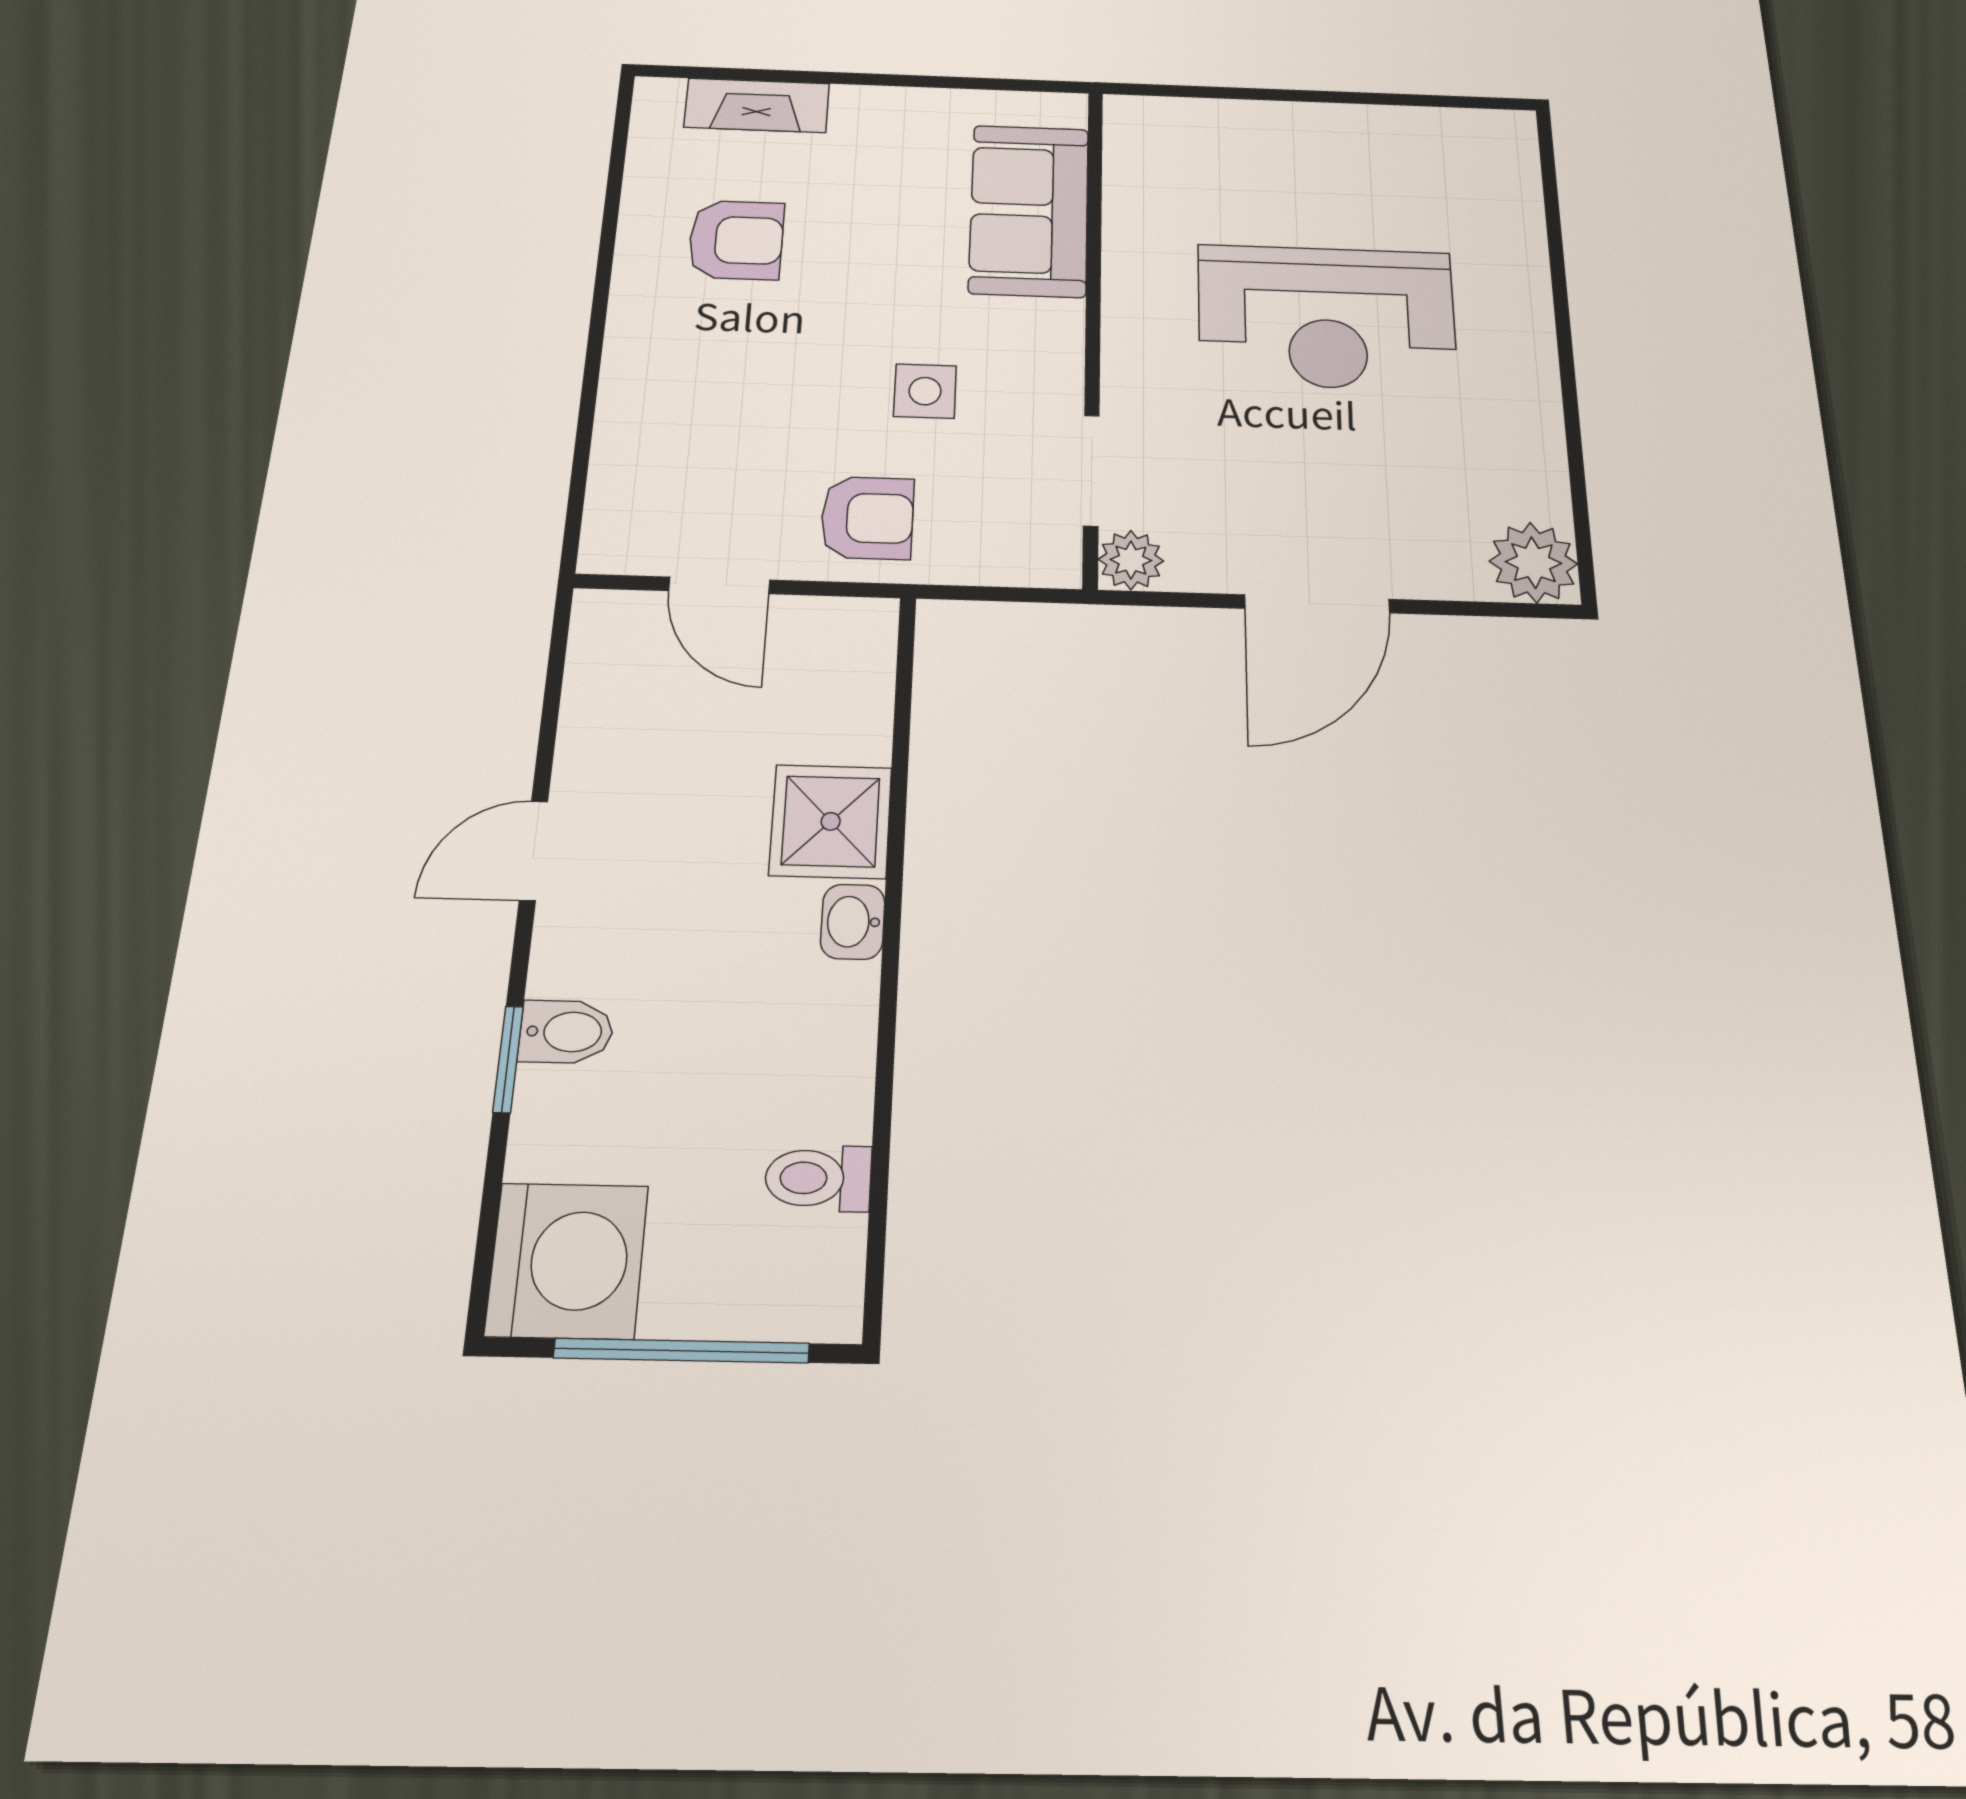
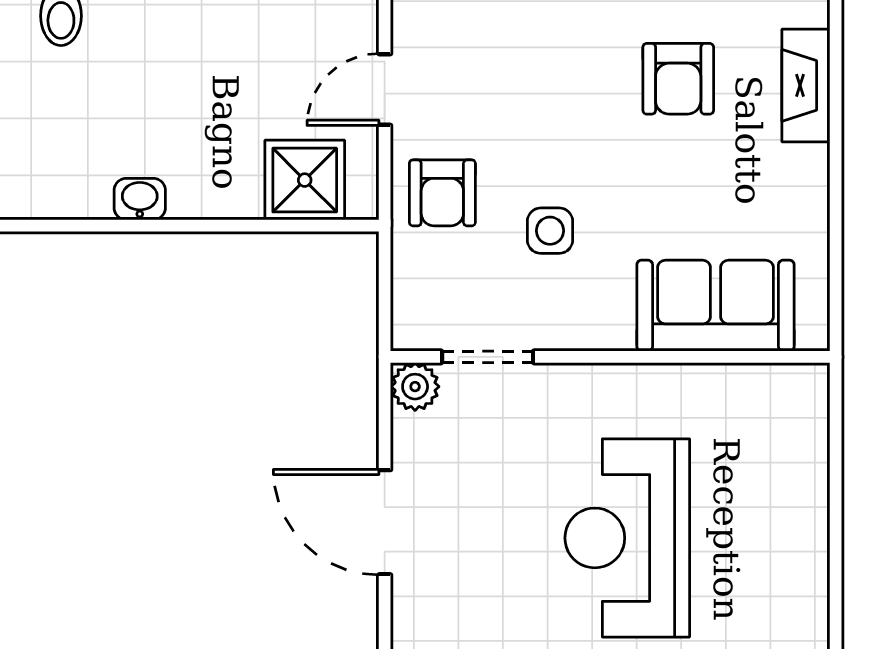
shower: (831, 821) -> (305, 180), moved

